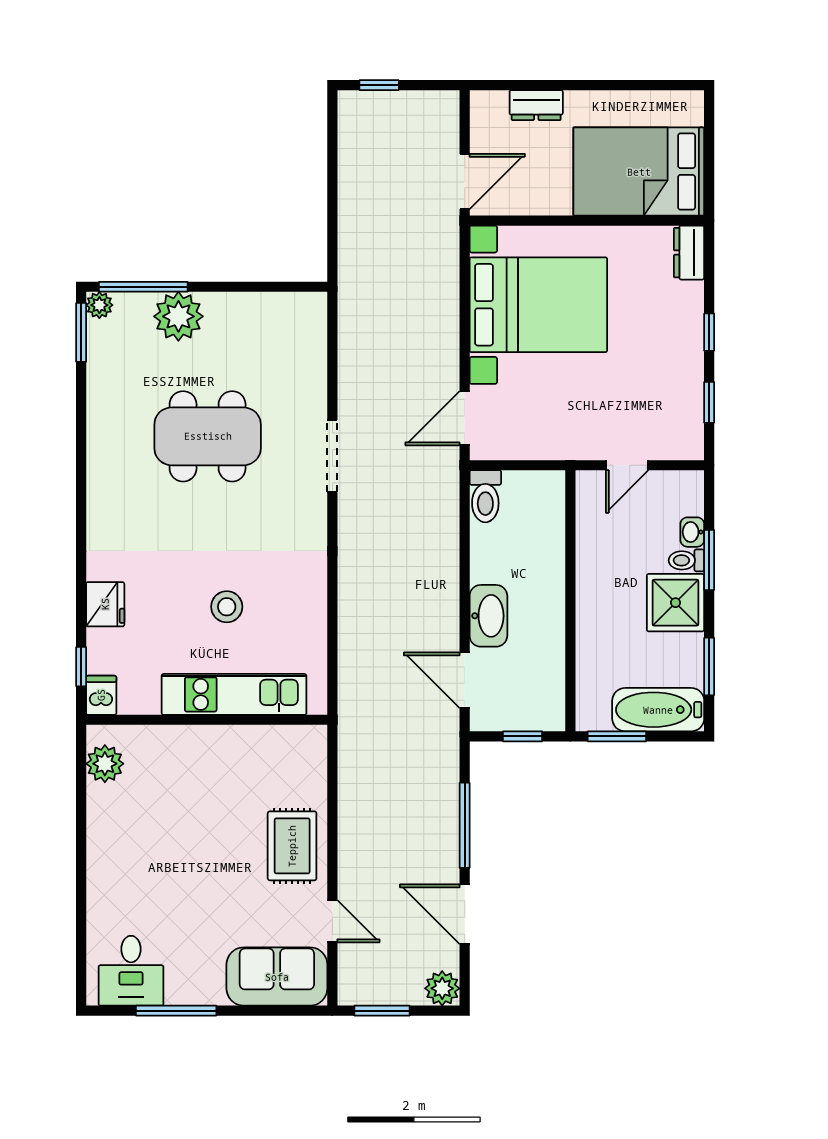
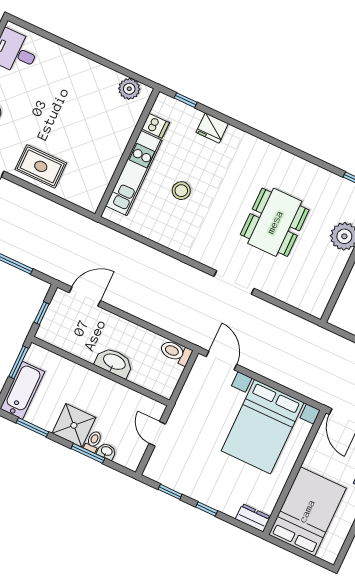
washbasin: (488, 616) -> (114, 362), moved, turned 180
dishwasher: (101, 695) -> (155, 126), moved

